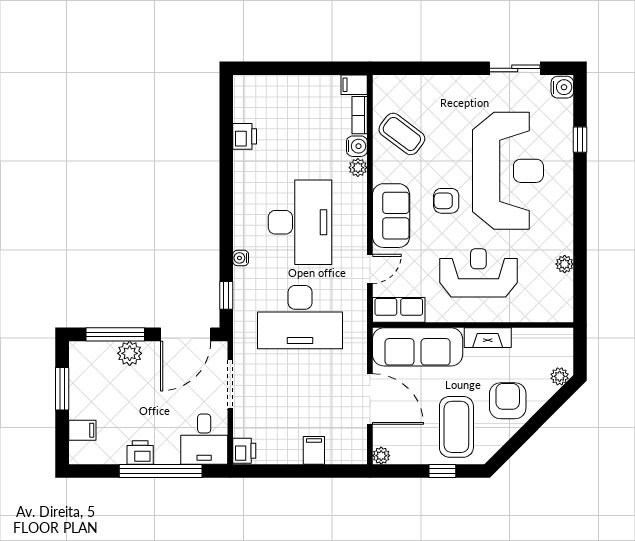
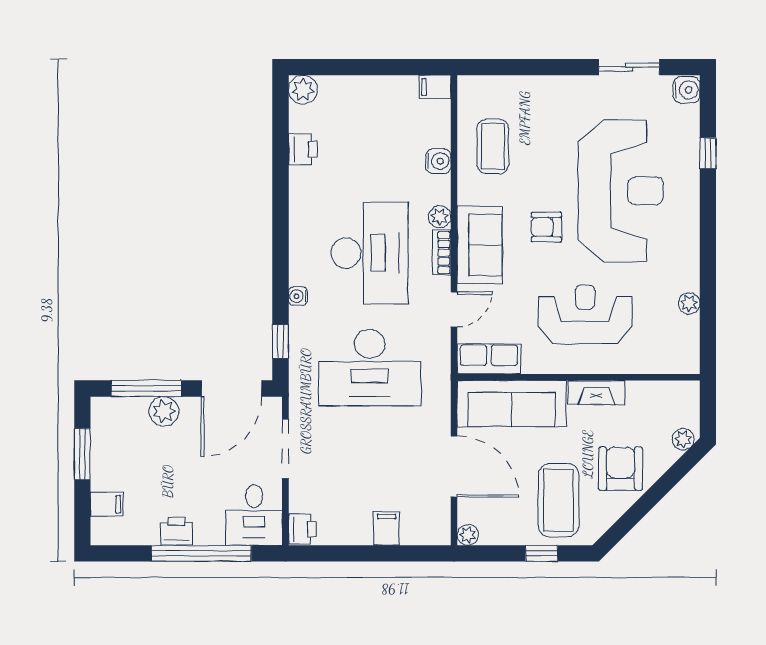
plant: (245, 87) -> (303, 90), added
bookcase: (360, 115) -> (442, 253), moved
coffee table: (402, 134) -> (493, 146), turned 53
plant: (358, 168) -> (440, 217), moved

